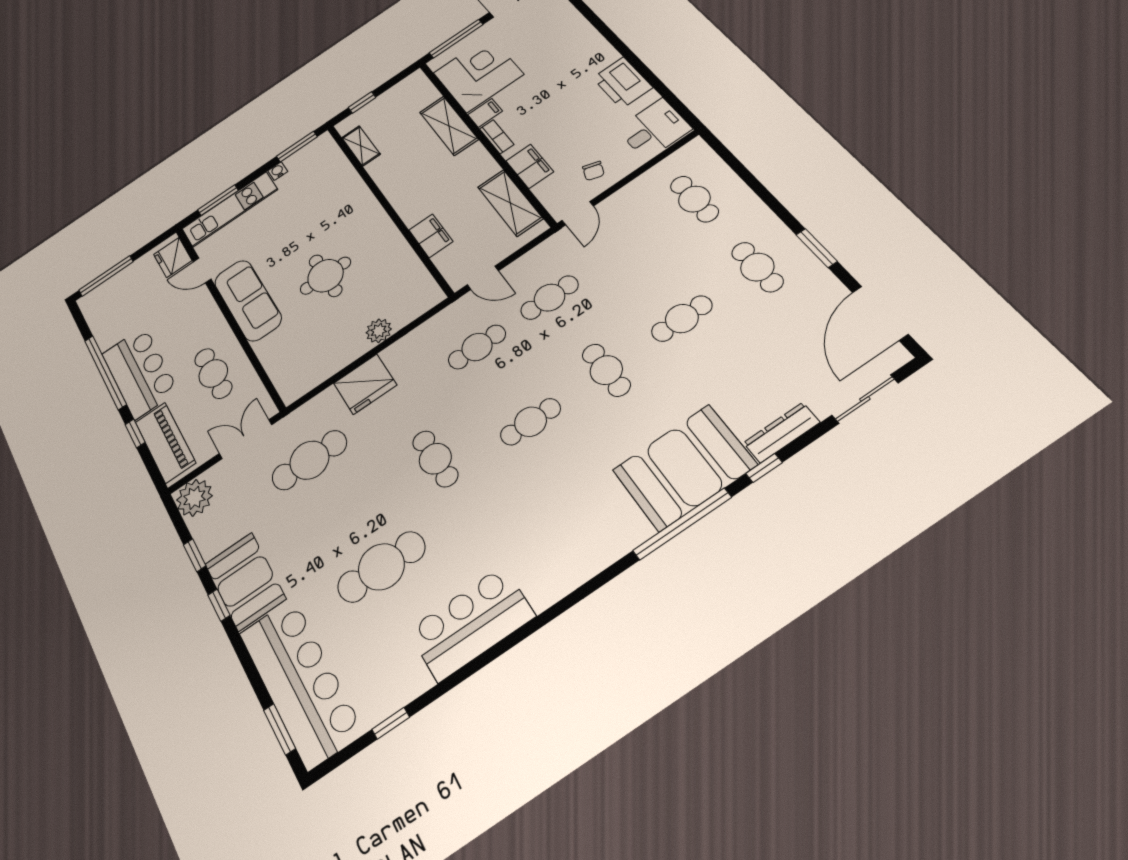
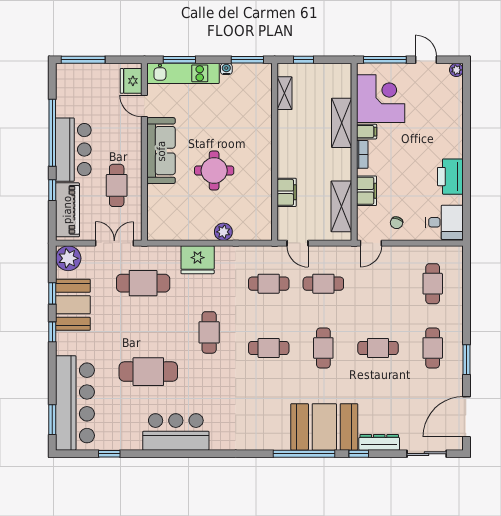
booth: (245, 581) -> (73, 305), moved

